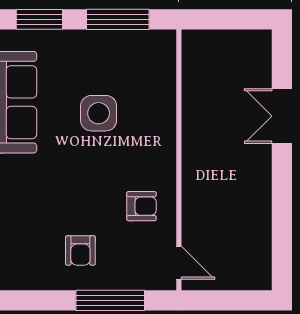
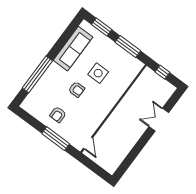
window: (221, 19) -> (162, 72), added
armchair: (141, 206) -> (77, 89), moved

